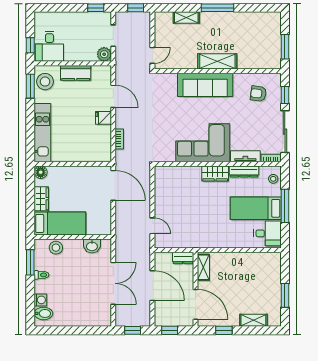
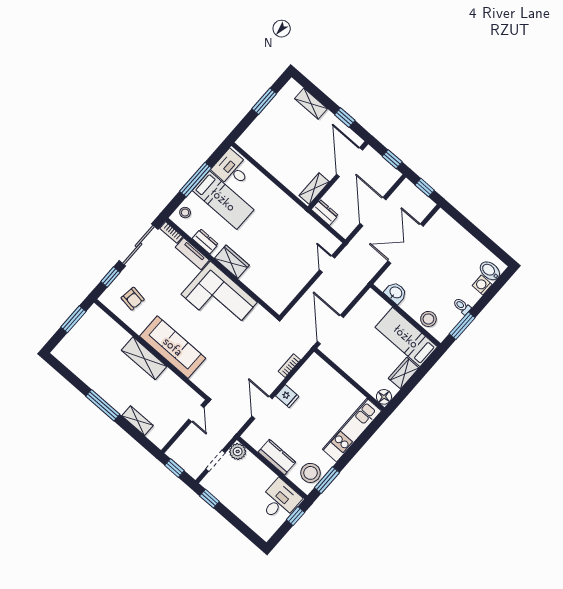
door: (152, 55) -> (196, 413), swing flipped
dresser: (244, 172) -> (205, 241), width x0.70

